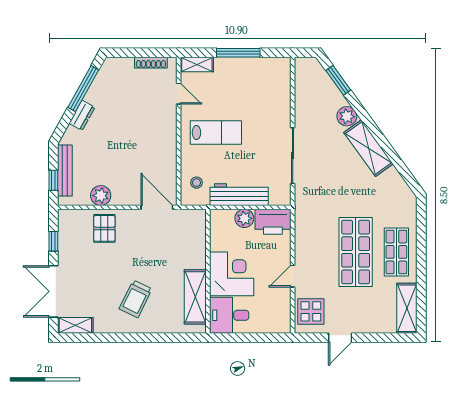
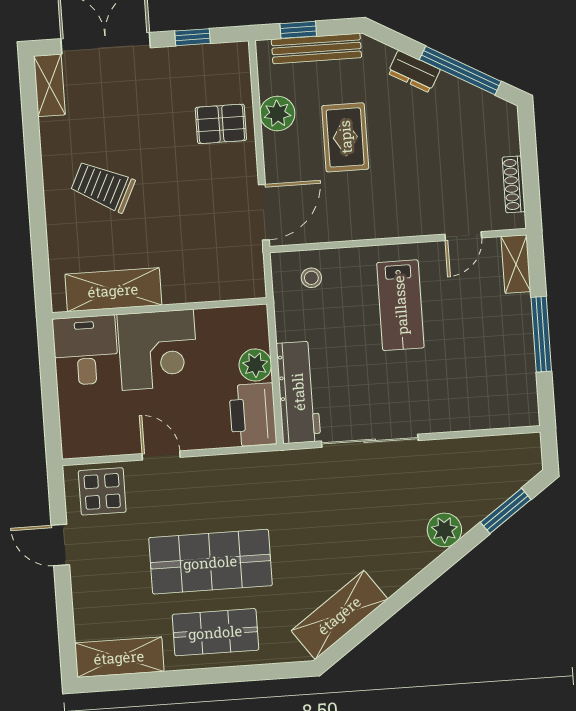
shelving: (368, 148) -> (339, 615), moved
rug: (117, 158) -> (345, 137), added
workbench: (239, 195) -> (298, 392), moved

